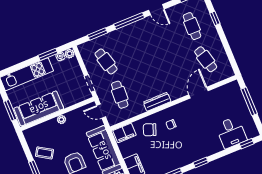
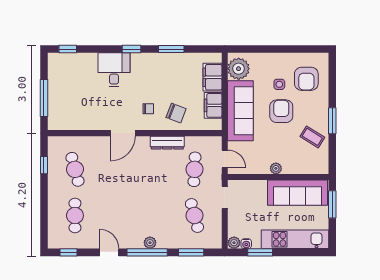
window: (215, 18) -> (44, 165), moved
plant: (130, 29) -> (150, 243), added
door: (199, 93) -> (123, 133), moved
dresser: (157, 102) -> (167, 143), moved
filing cabinet: (124, 133) -> (213, 105), moved, turned -90
desk: (231, 133) -> (114, 70), moved

